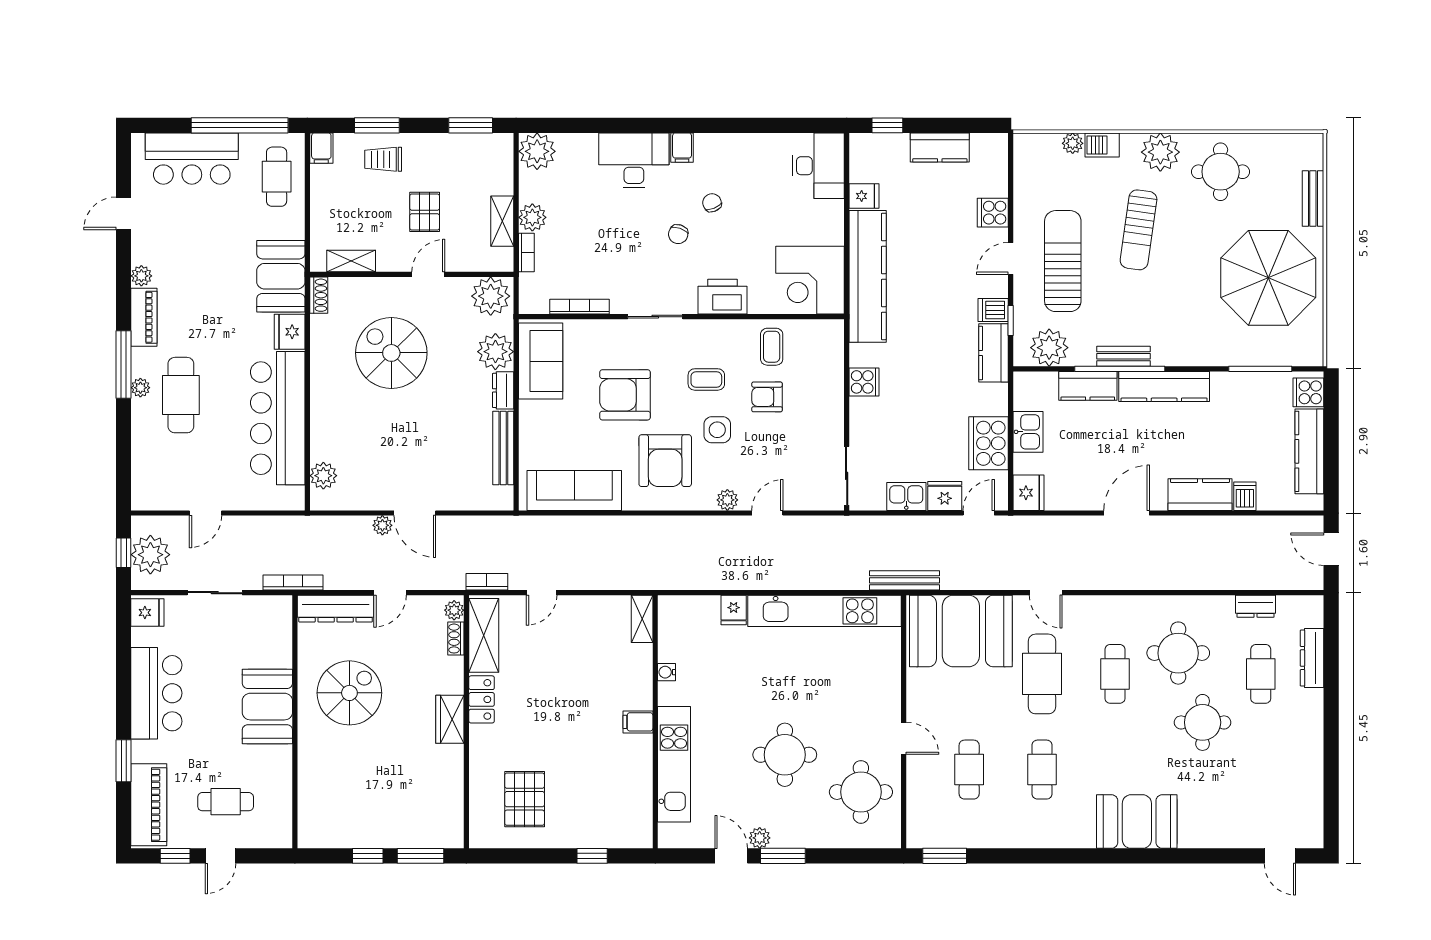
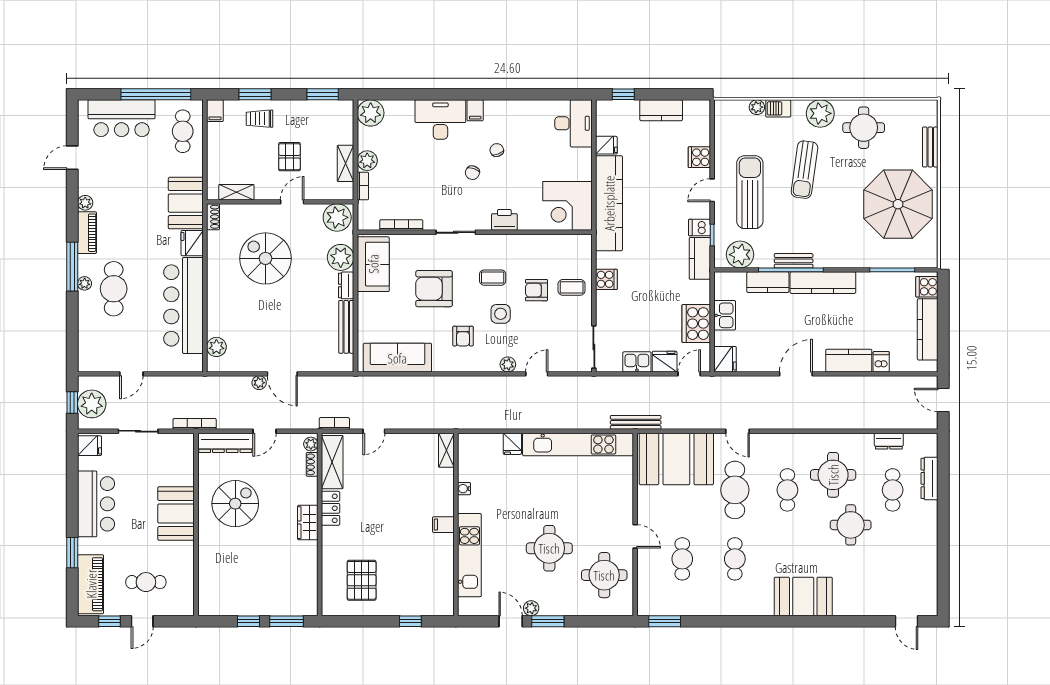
printer: (723, 297) -> (504, 220), width x0.73, depth x0.84
coffee table: (772, 347) -> (572, 287), moved, turned 90
armchair: (665, 461) -> (463, 336), width x0.53, depth x0.53

